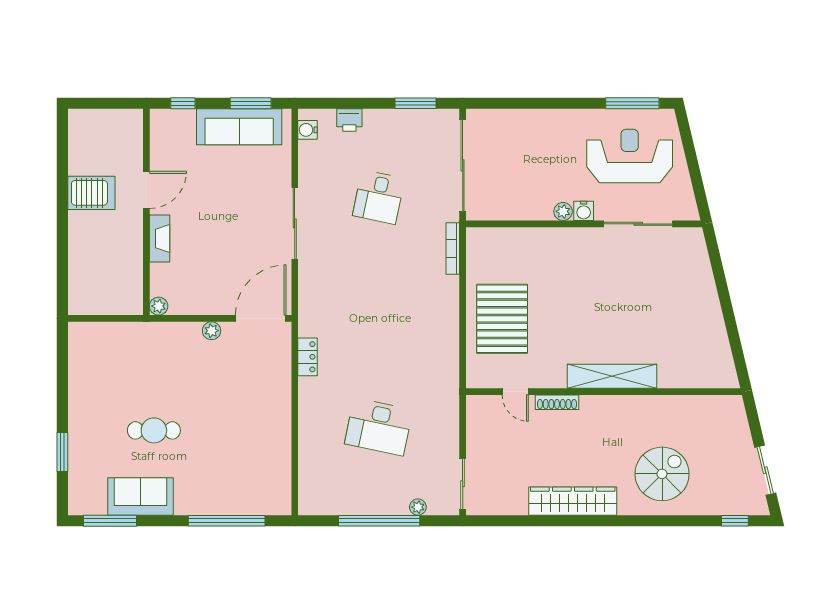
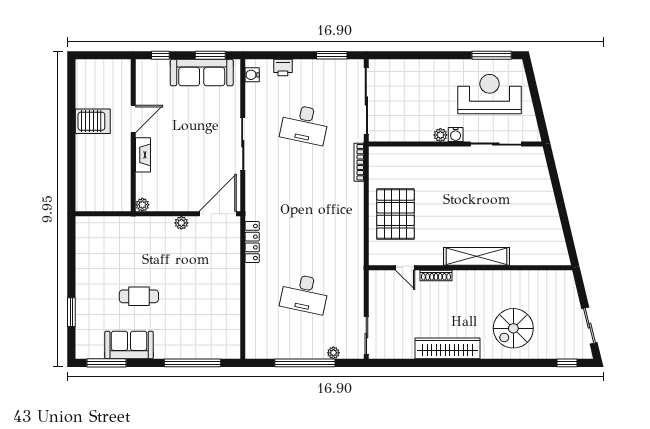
desk: (379, 197) -> (305, 124), width x1.37
locker: (308, 357) -> (252, 242), width x1.53
spiral stairs: (662, 474) -> (513, 328), turned 180

